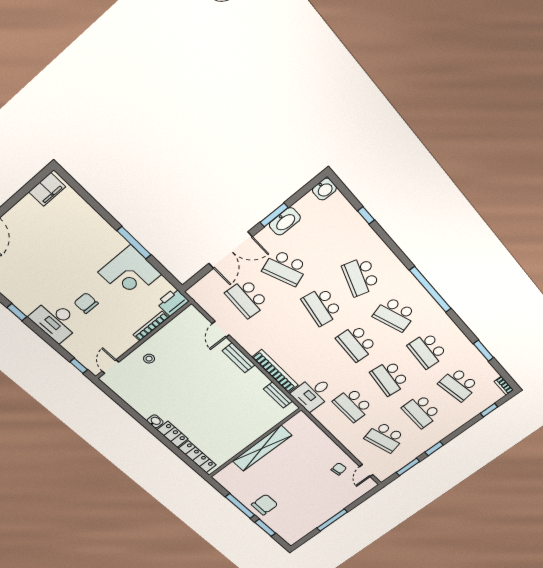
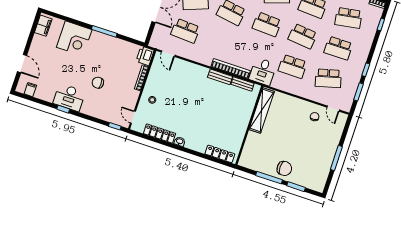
corner desk: (130, 273) -> (74, 38), moved
desk: (55, 321) -> (69, 97), moved
door: (221, 329) -> (168, 54), moved
bench: (239, 358) -> (220, 77), moved
locker: (173, 434) -> (160, 133), moved, width x1.53
shelving: (262, 448) -> (262, 111), moved
chair: (265, 505) -> (284, 168), turned 90

